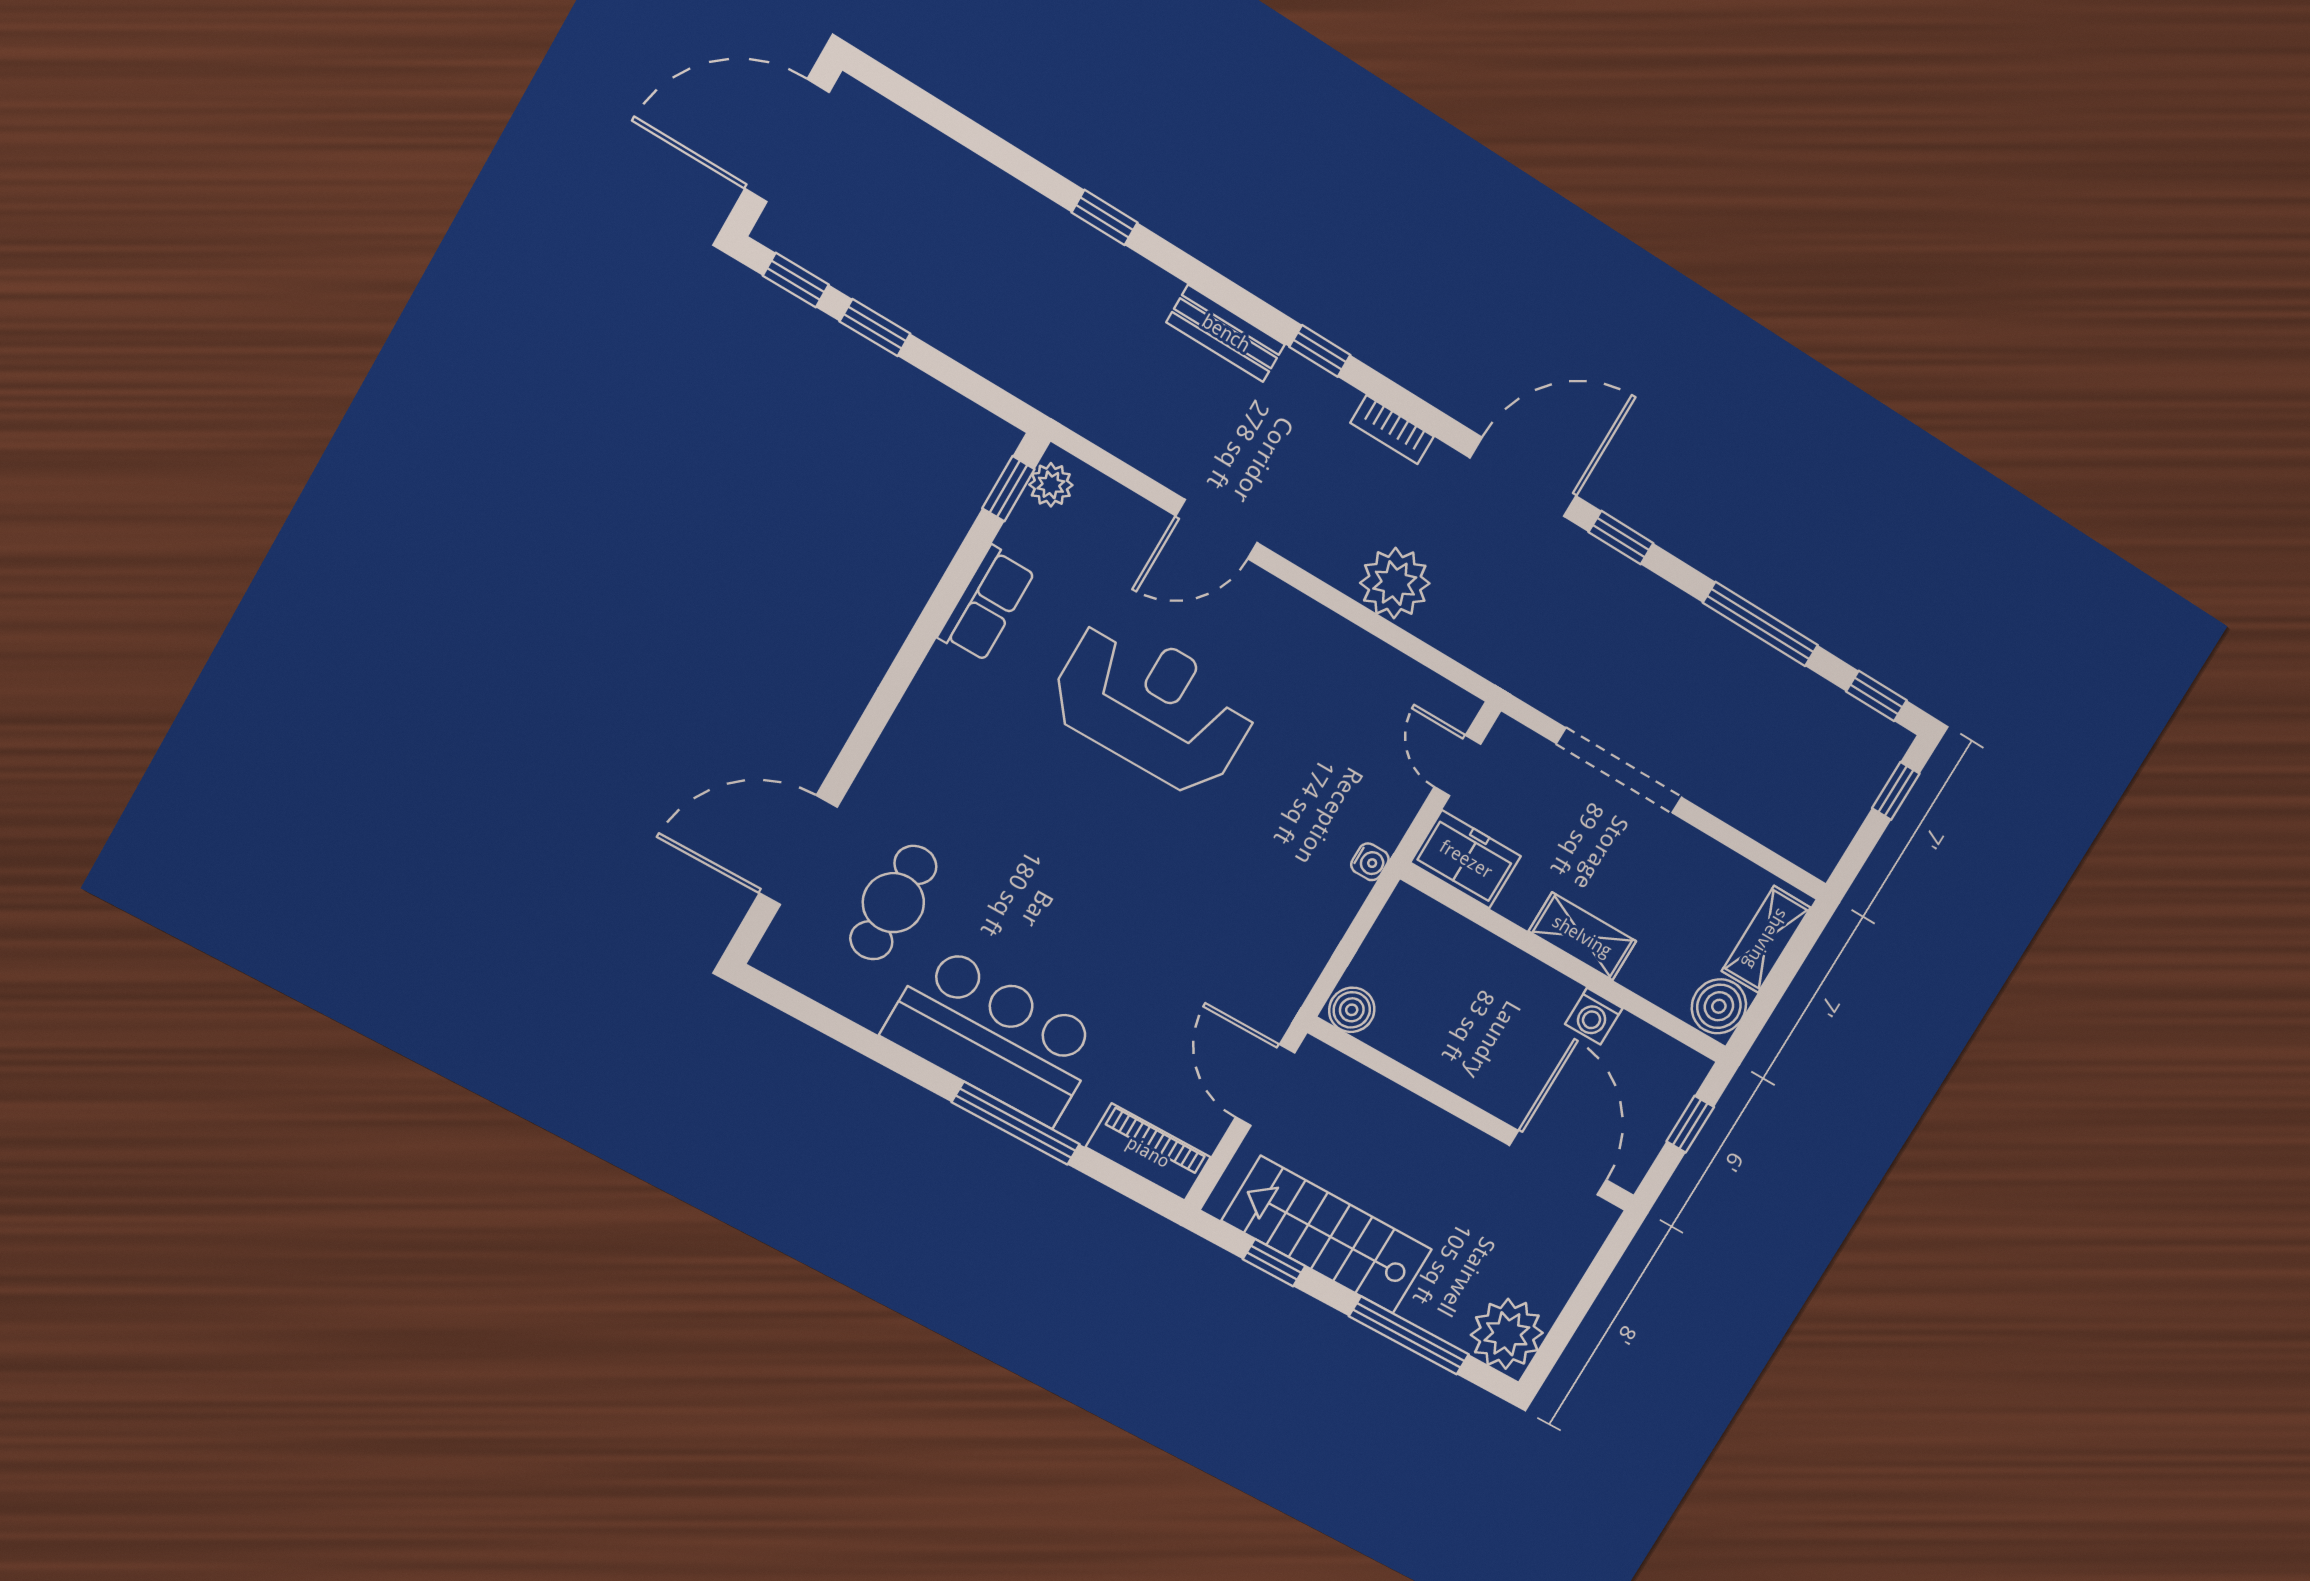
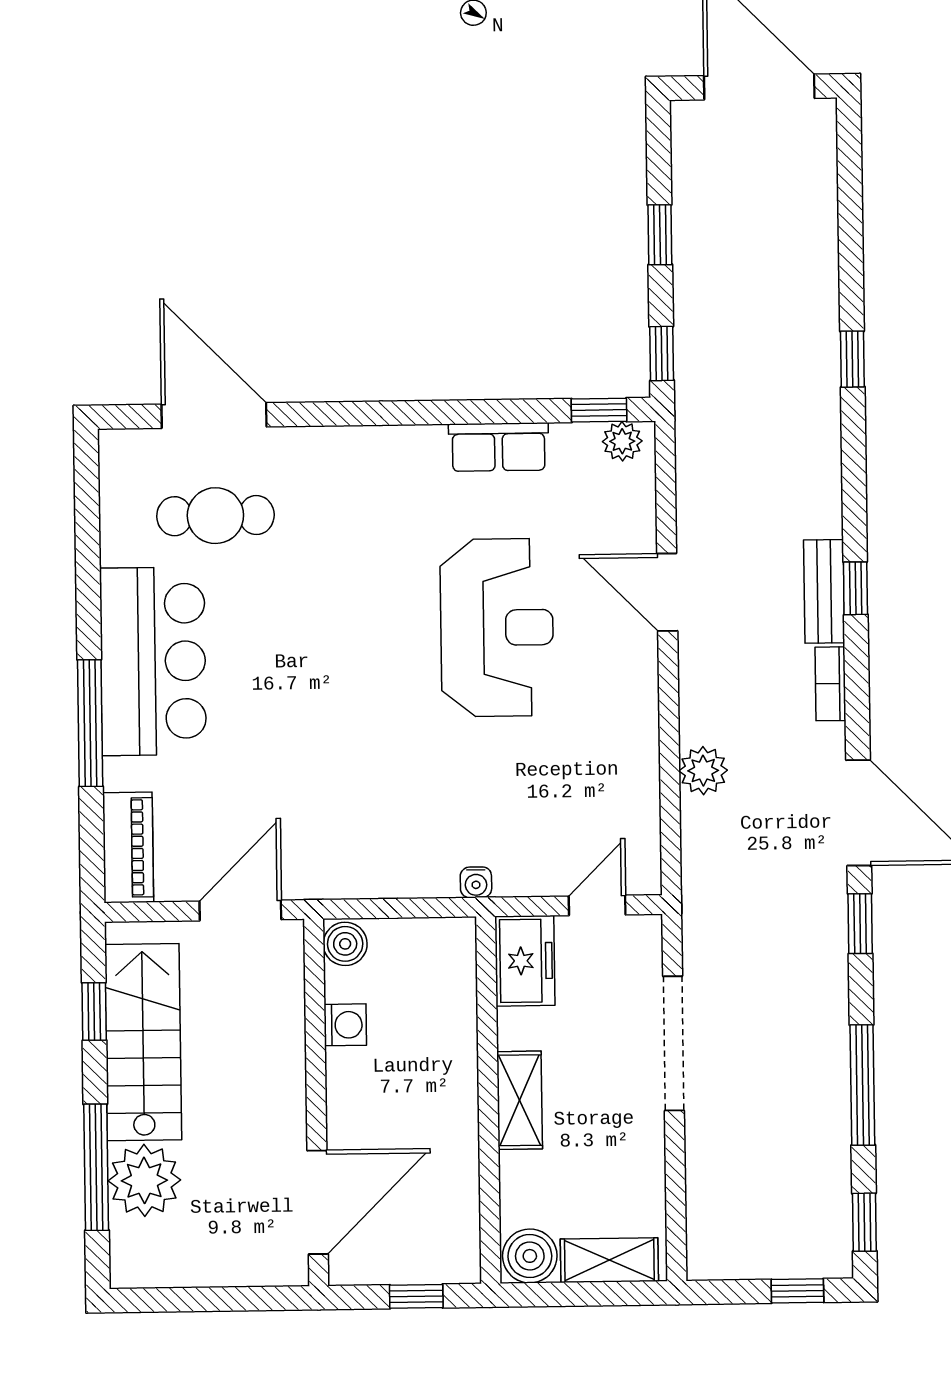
window: (796, 280) -> (662, 354), moved
bench: (1226, 333) -> (824, 591), moved
plant: (1395, 583) -> (703, 771), width x0.73, depth x0.73
washing machine: (1594, 1016) -> (345, 1025), moved, turned 180
plant: (1507, 1334) -> (144, 1180), moved

